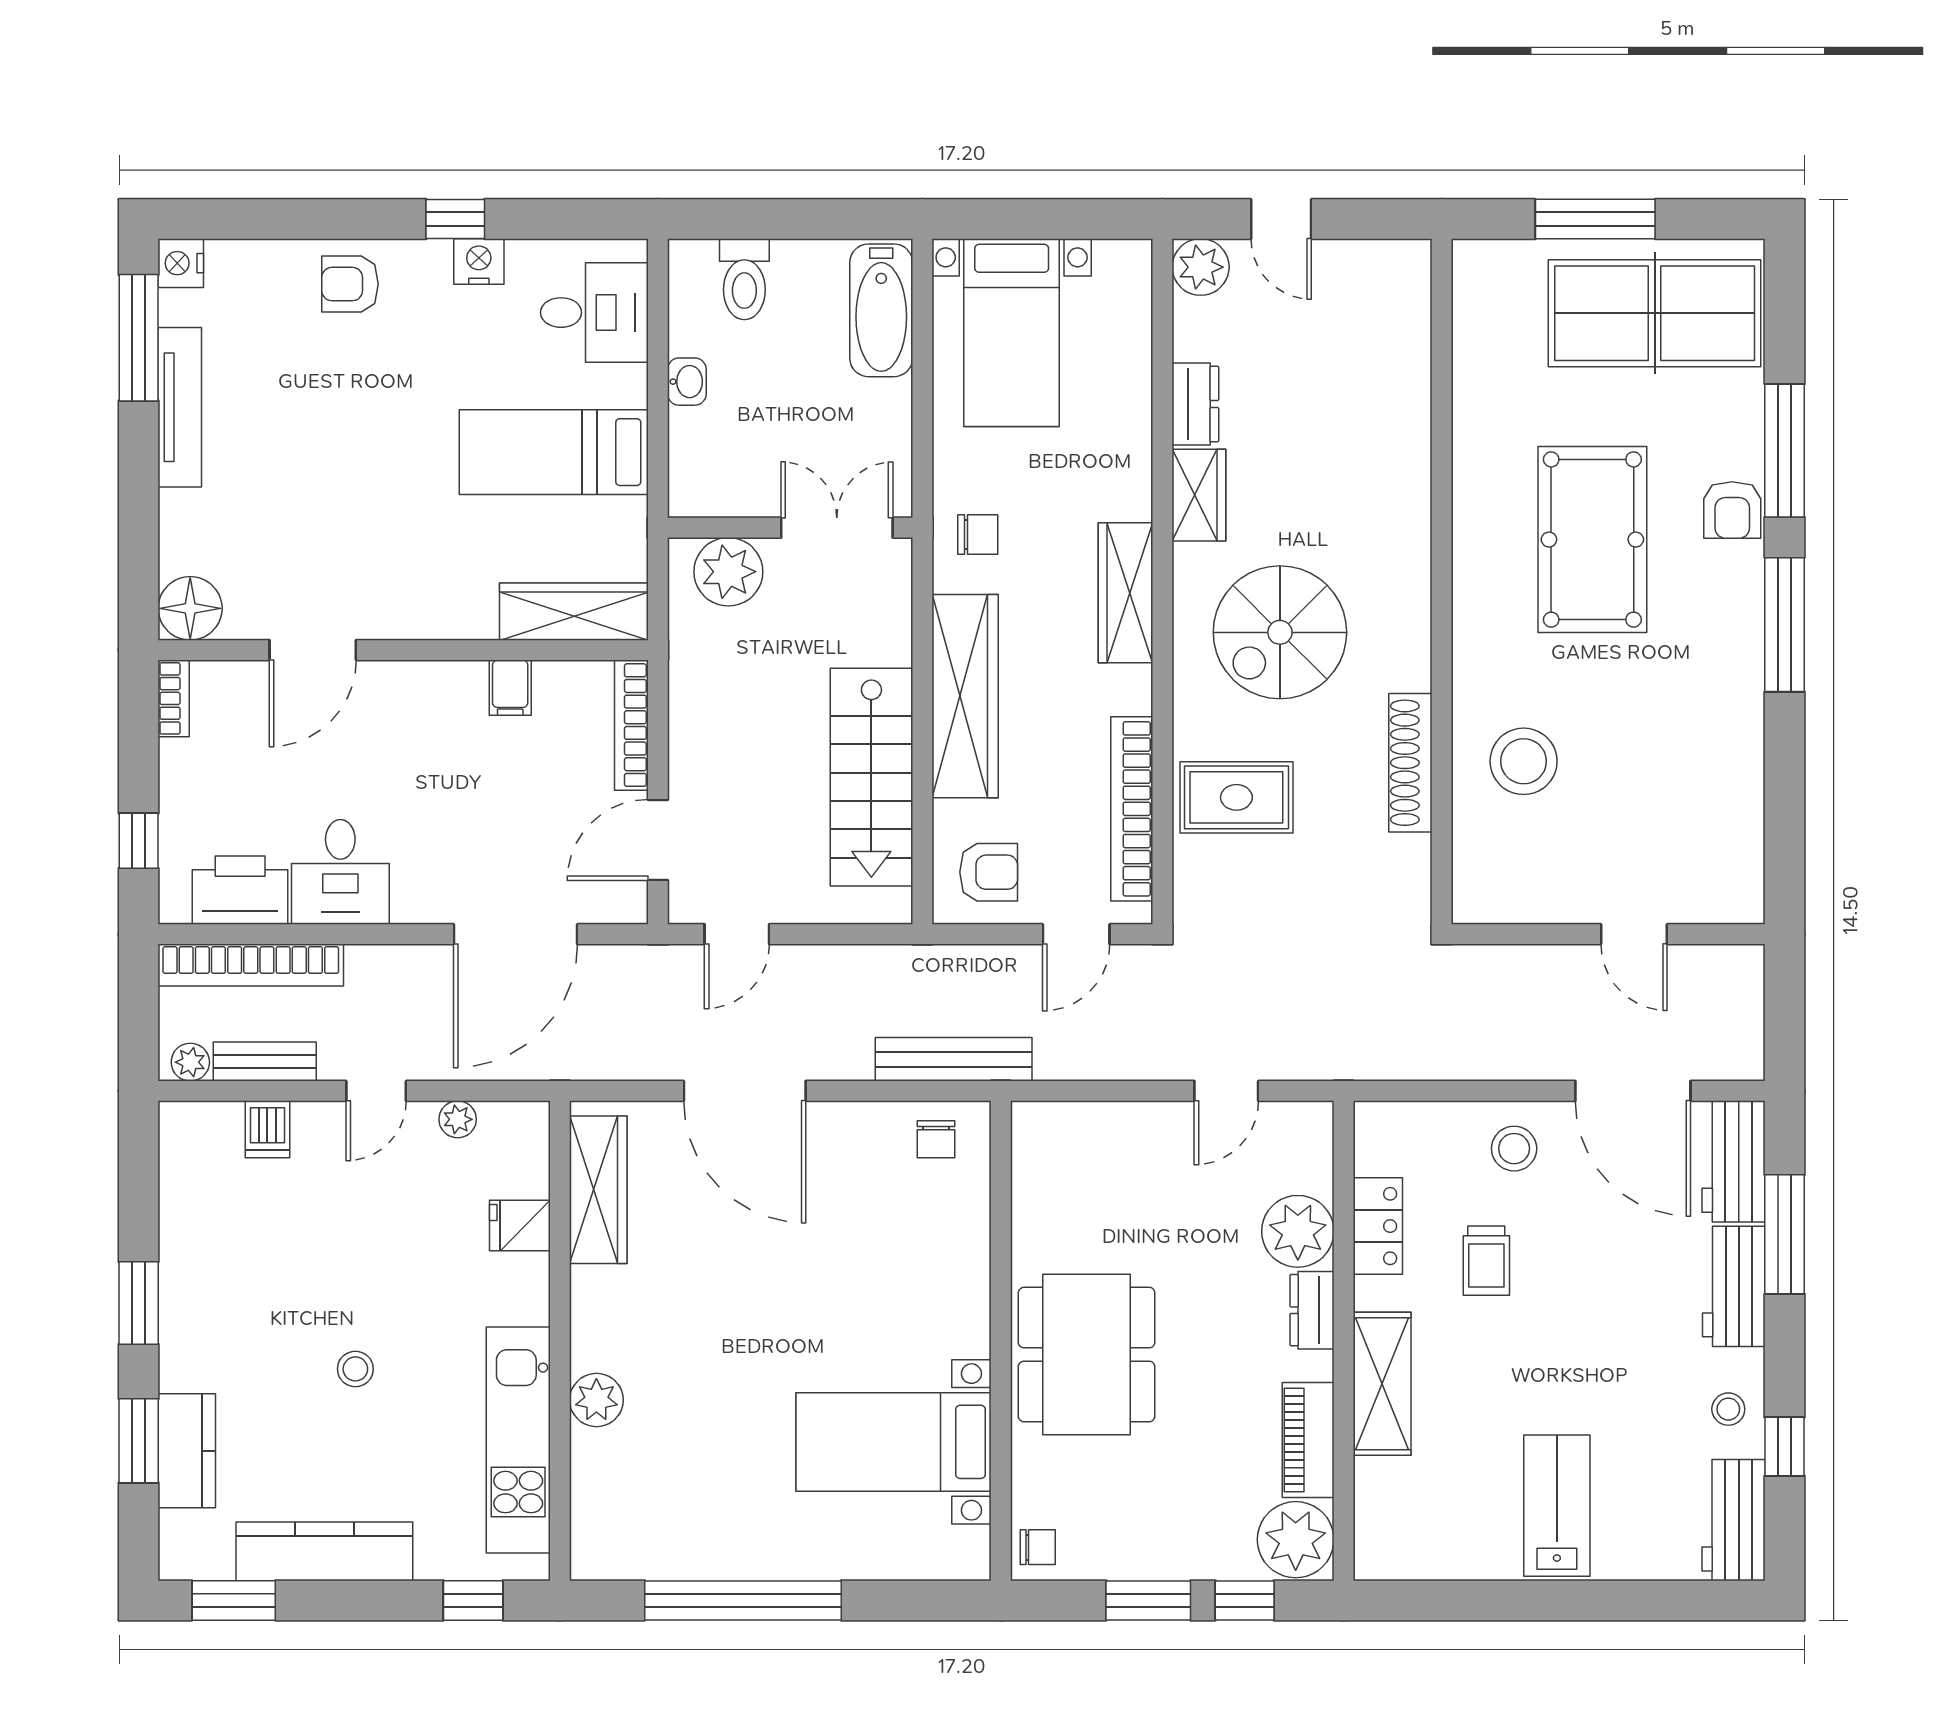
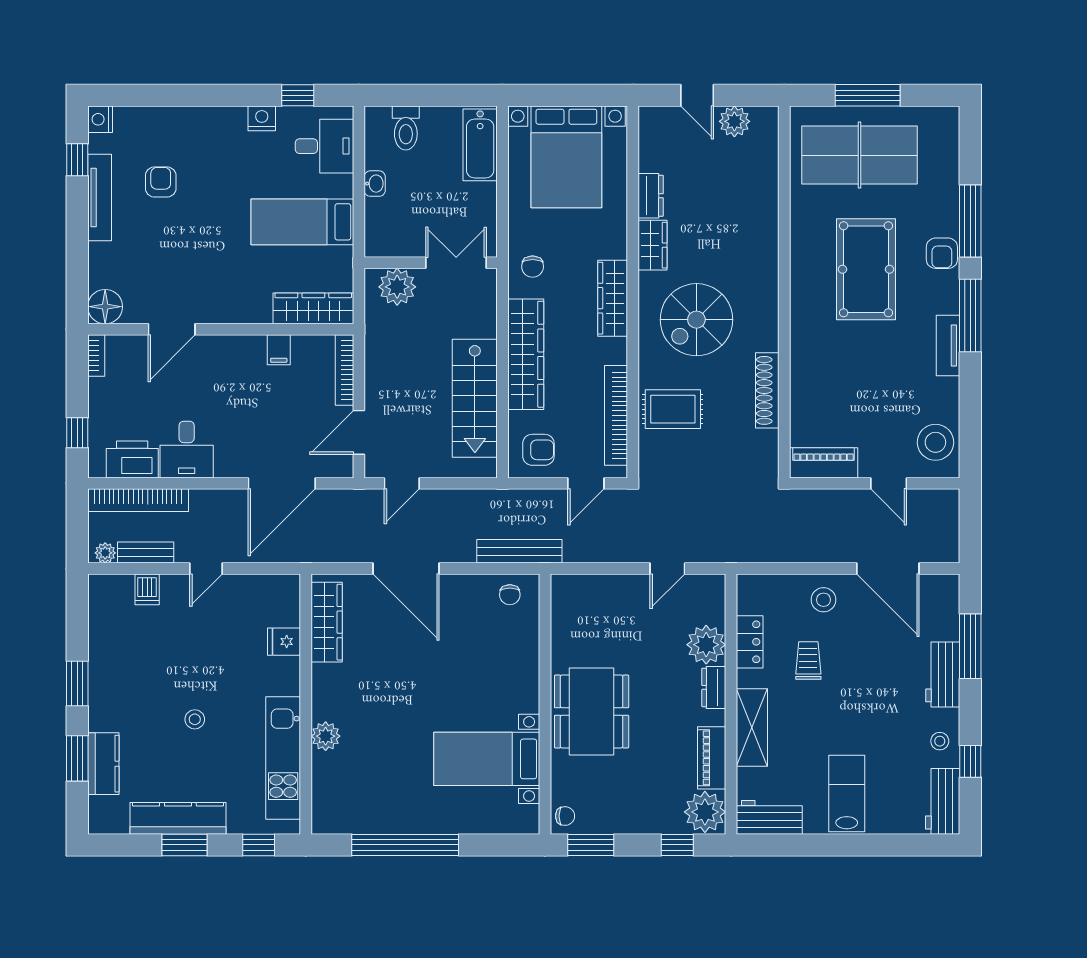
window: (455, 219) -> (298, 95), moved
plant: (1201, 267) -> (734, 121), moved
armchair: (350, 284) -> (161, 182), moved, turned 90
table tennis table: (1655, 313) -> (860, 155), moved
bed with nightstands: (1012, 333) -> (566, 157), width x1.36
window: (139, 338) -> (77, 160), width x0.46
chair: (978, 535) -> (533, 267), turned 90
tv unit: (1744, 680) -> (948, 346), added
stool: (1524, 761) -> (935, 442), moved
piano: (1514, 896) -> (824, 463), added
plant: (458, 1119) -> (250, 584), removed
workbench: (1734, 1161) -> (769, 817), moved, turned 90
trolley: (1486, 1261) -> (808, 661), turned 180
window: (234, 1600) -> (184, 845), moved
window: (1148, 1600) -> (591, 845), moved

